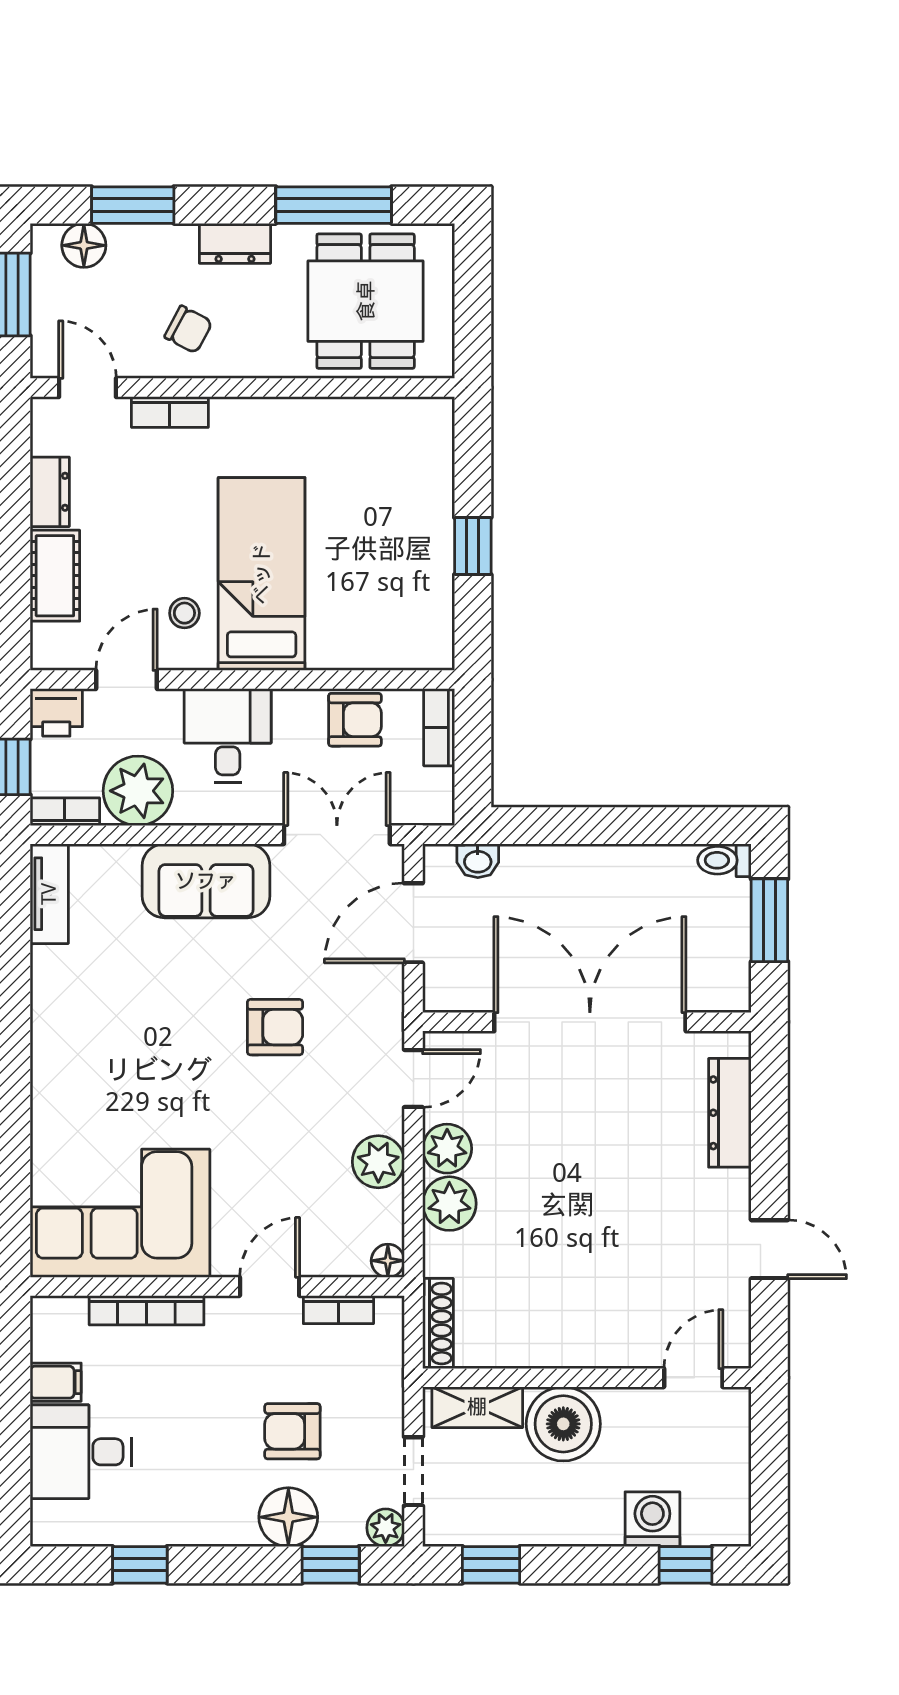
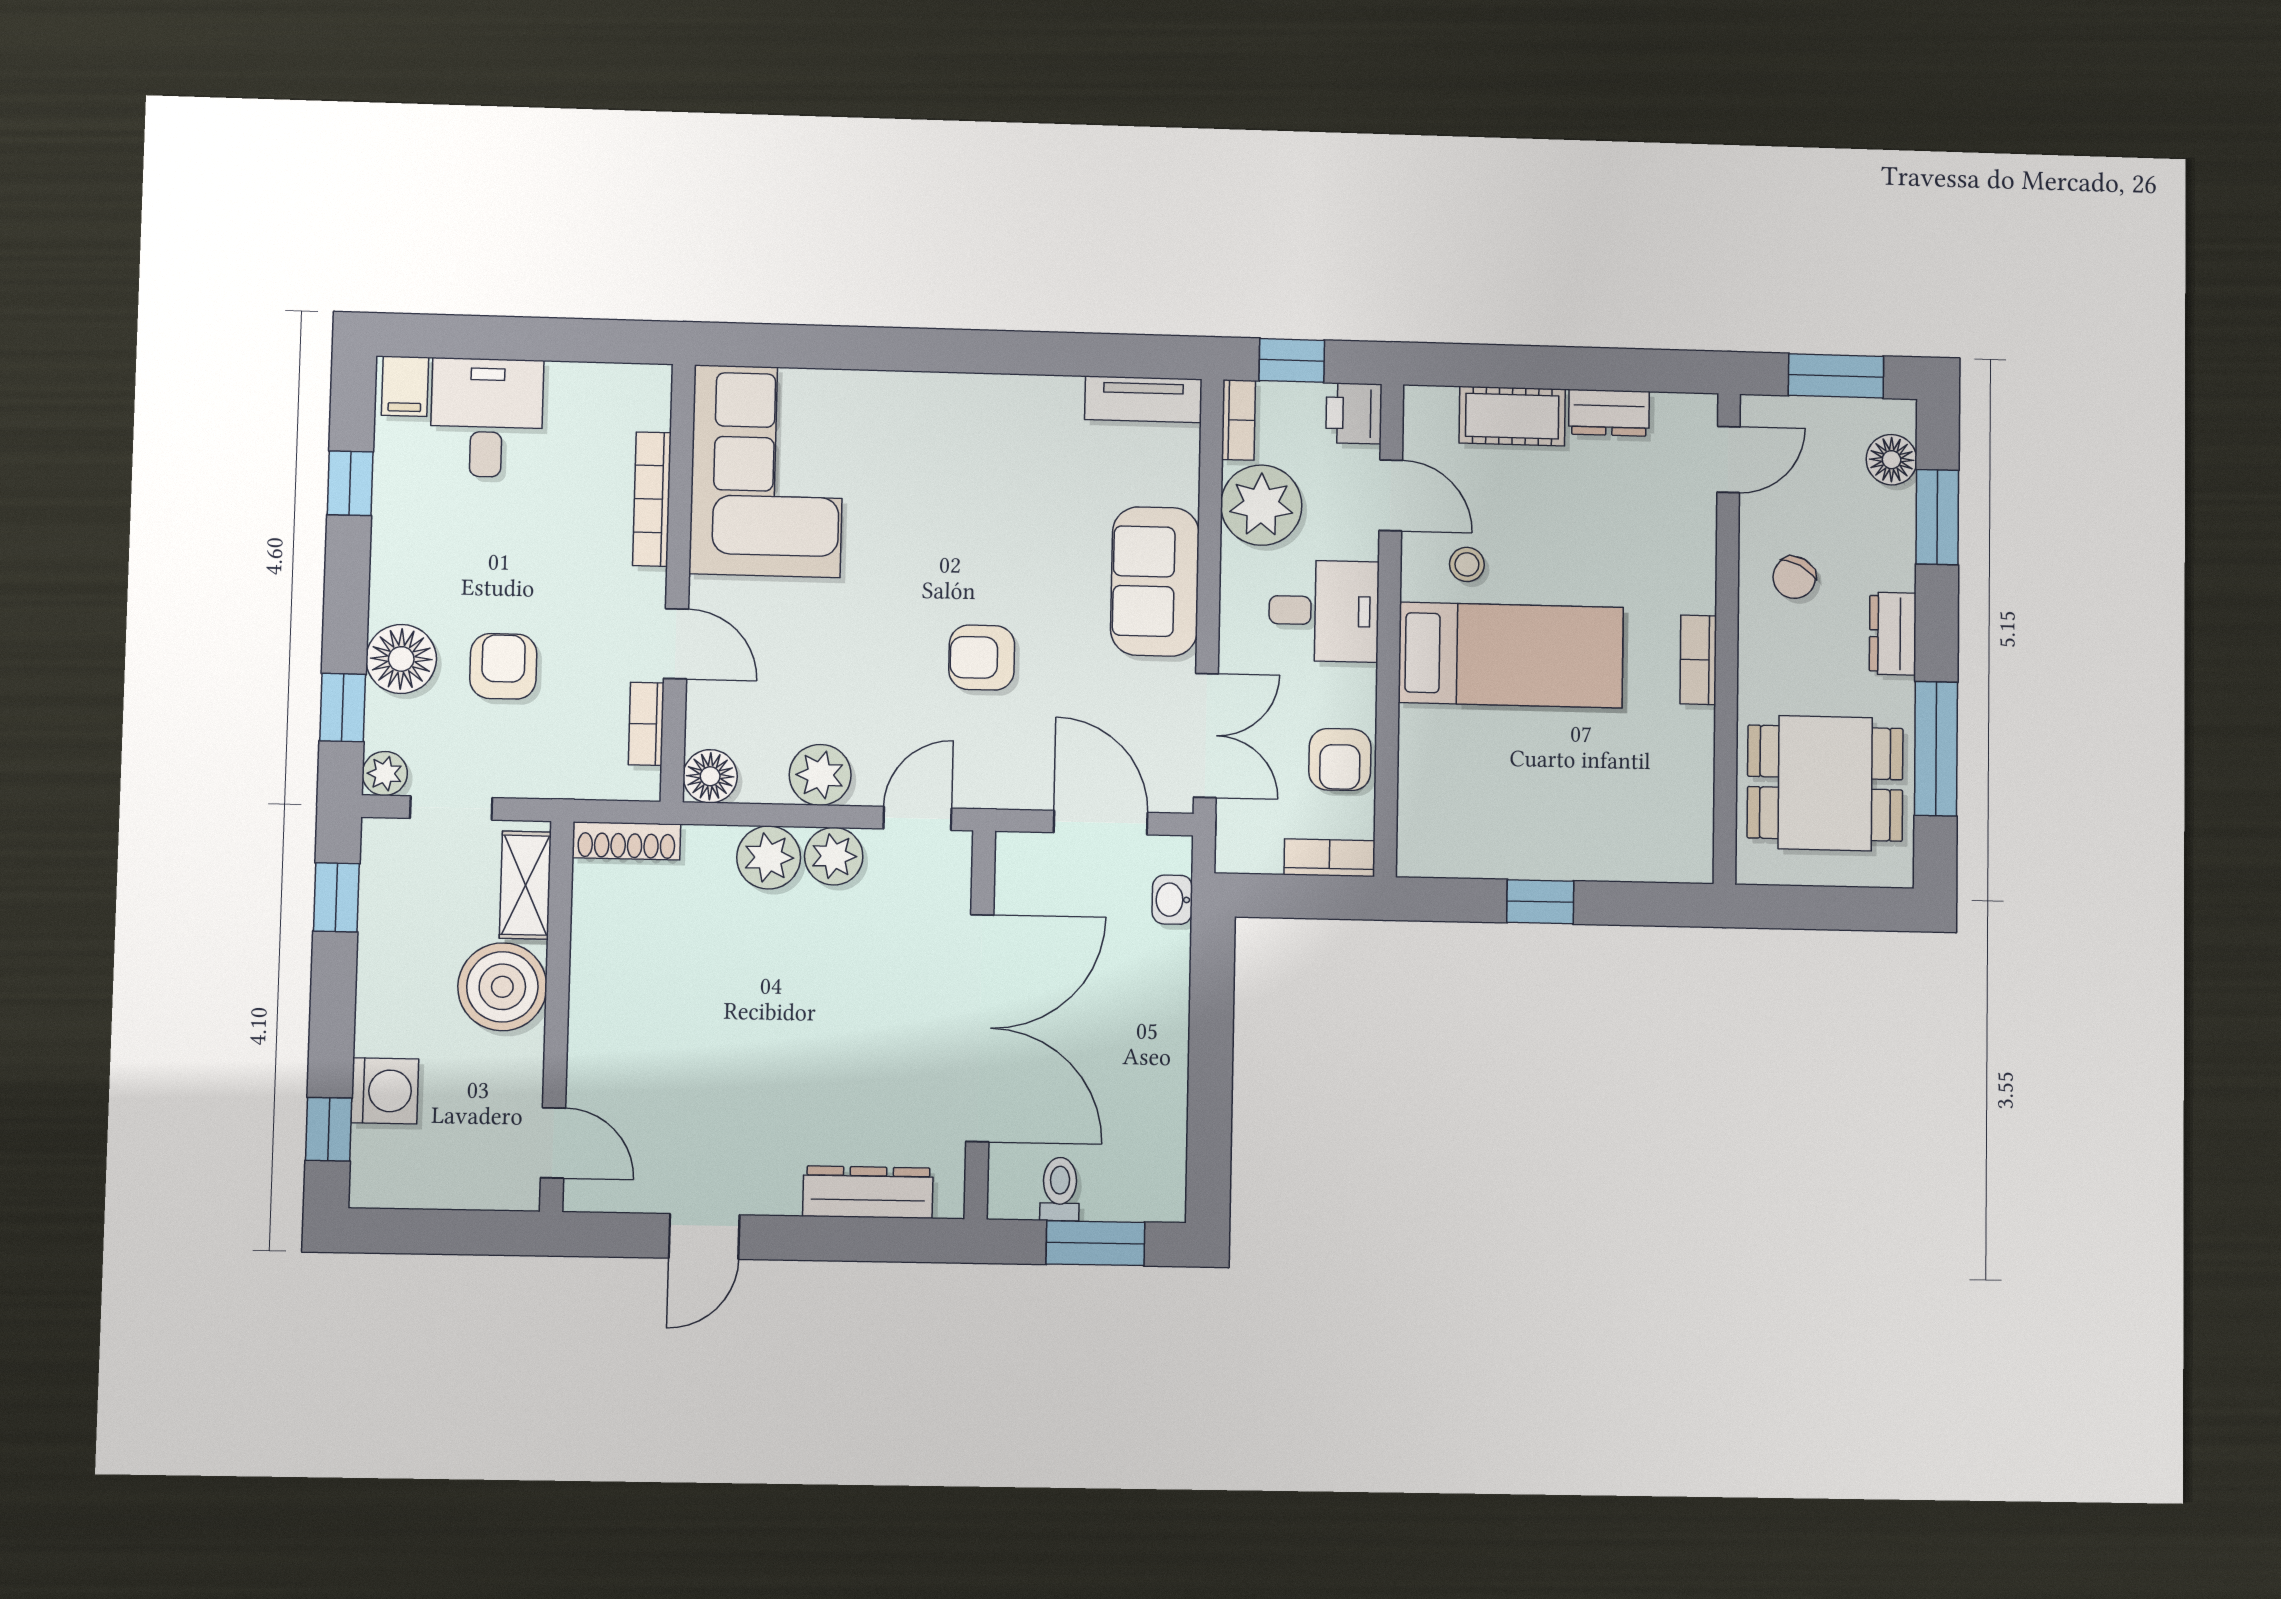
bookcase: (170, 412) -> (1698, 660), moved
toilet: (724, 860) -> (1060, 1189), moved
armchair: (275, 1027) -> (982, 658), turned 90
door: (413, 1079) -> (917, 818), swing flipped
floor lamp: (388, 1261) -> (710, 776), width x1.37, depth x1.37
filing cabinet: (56, 1382) -> (405, 386), moved

